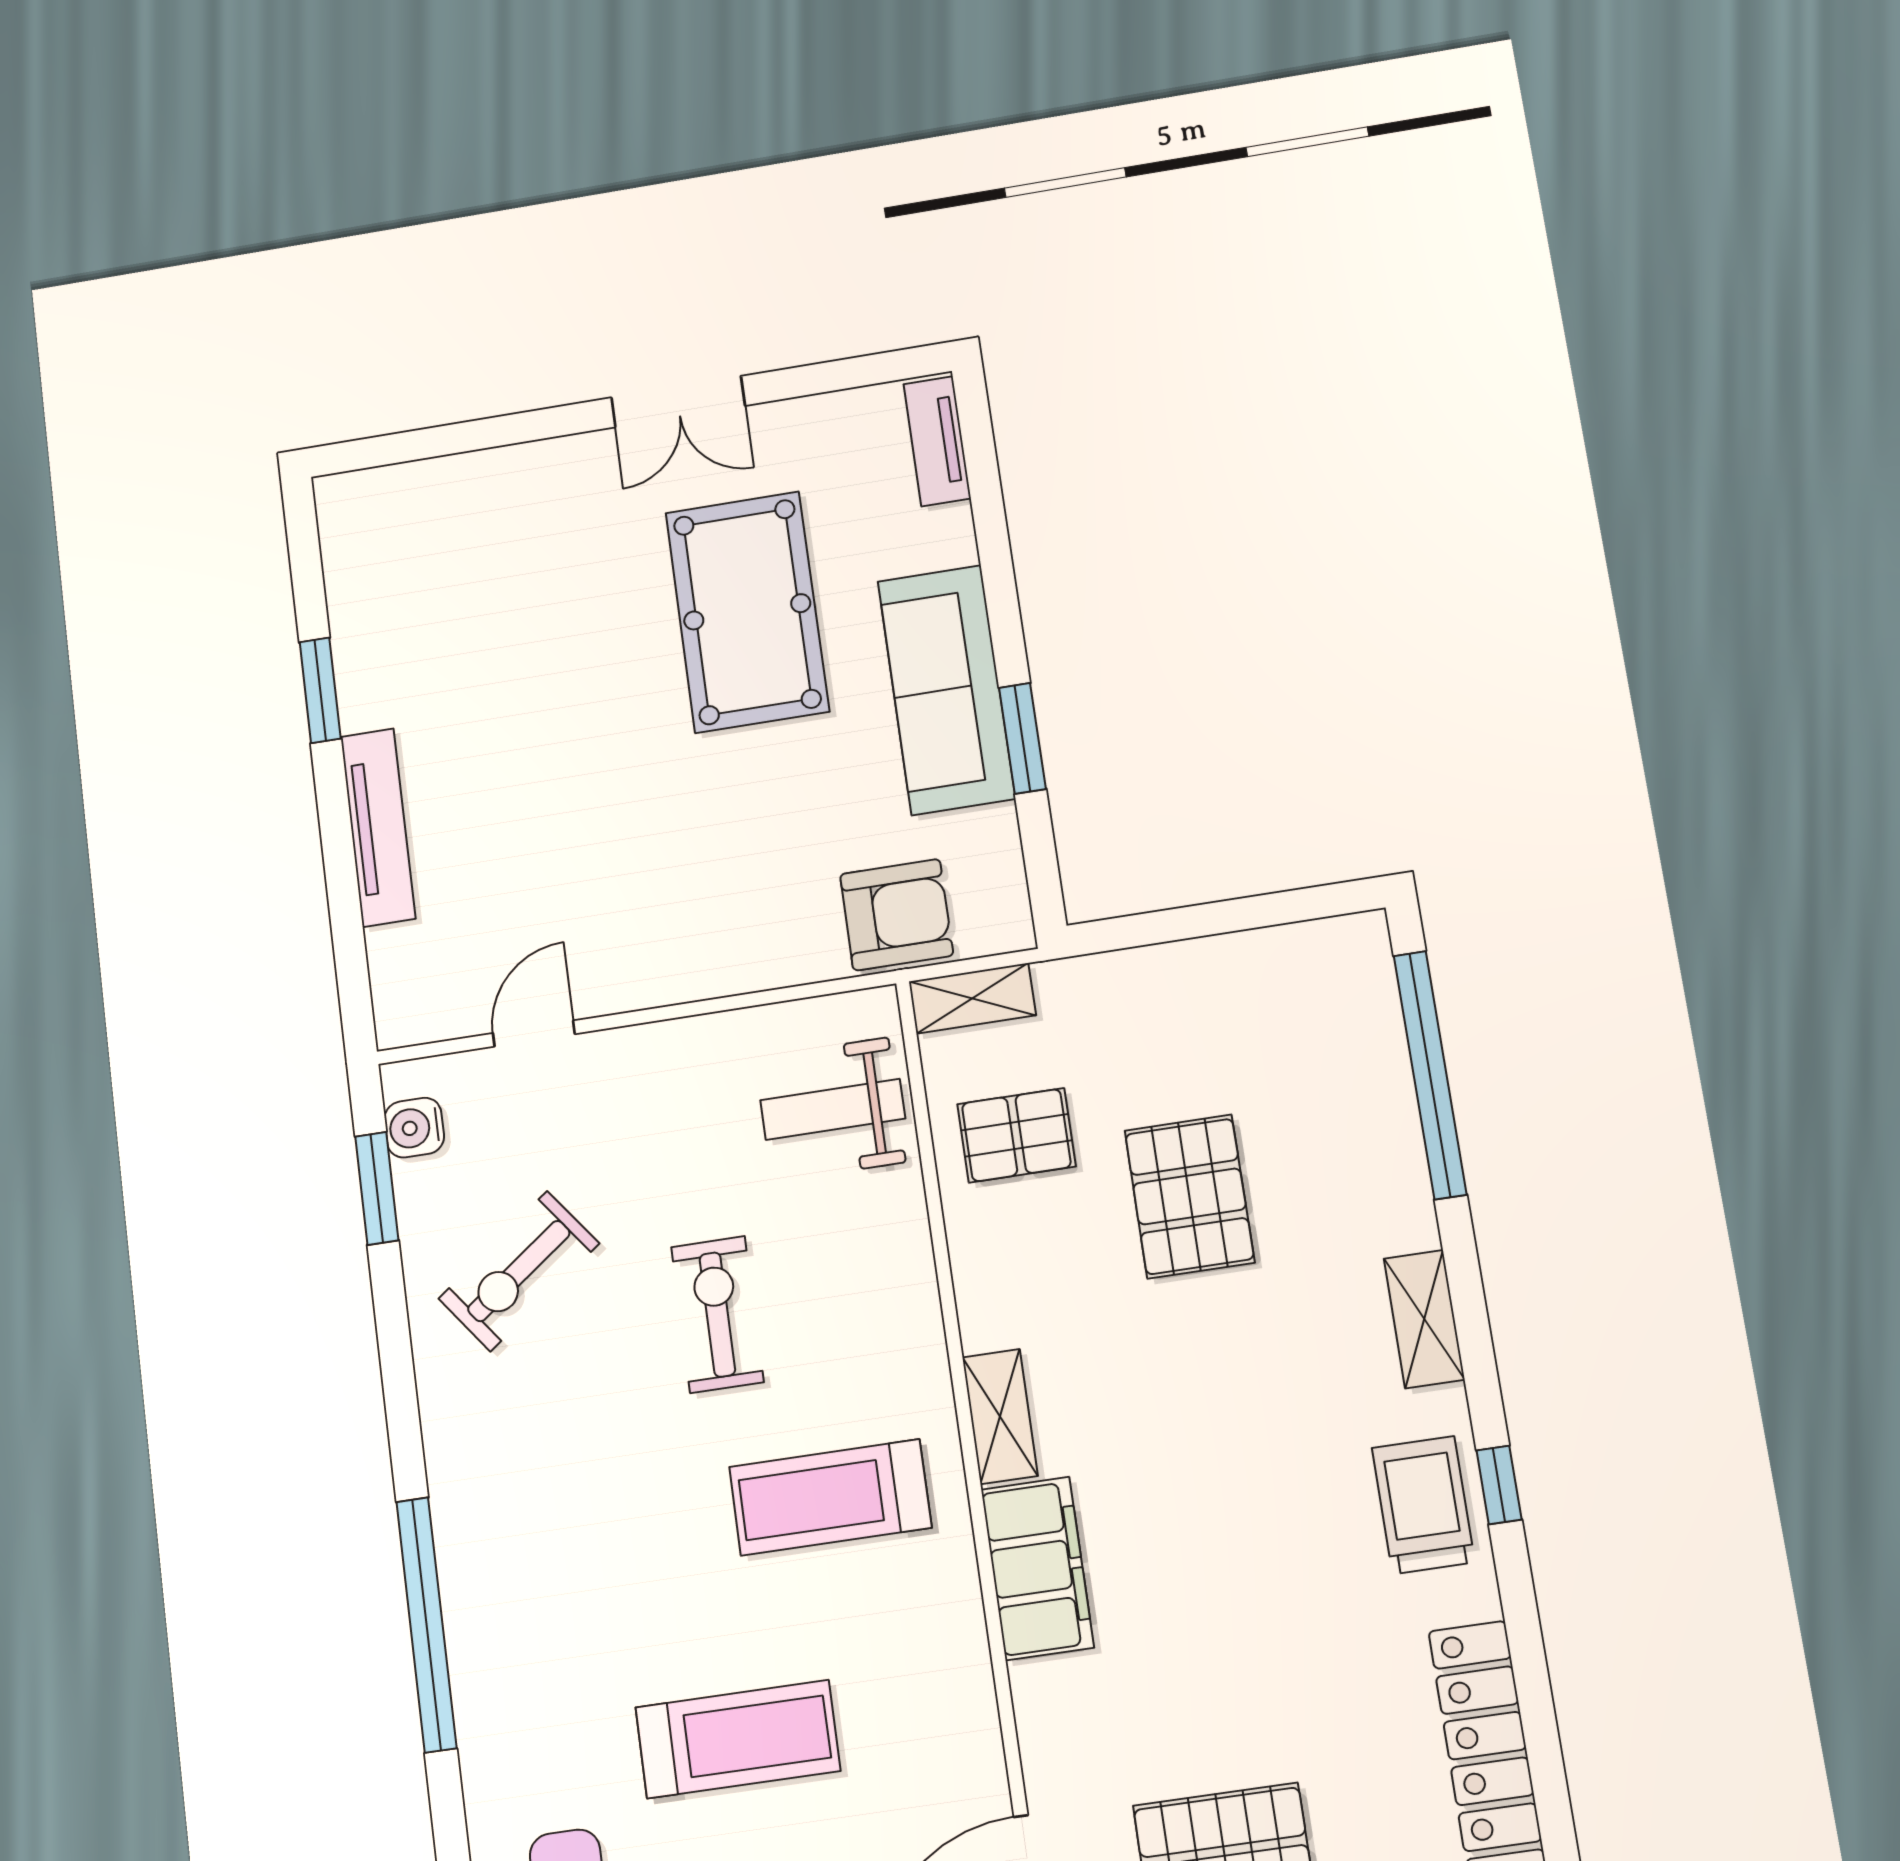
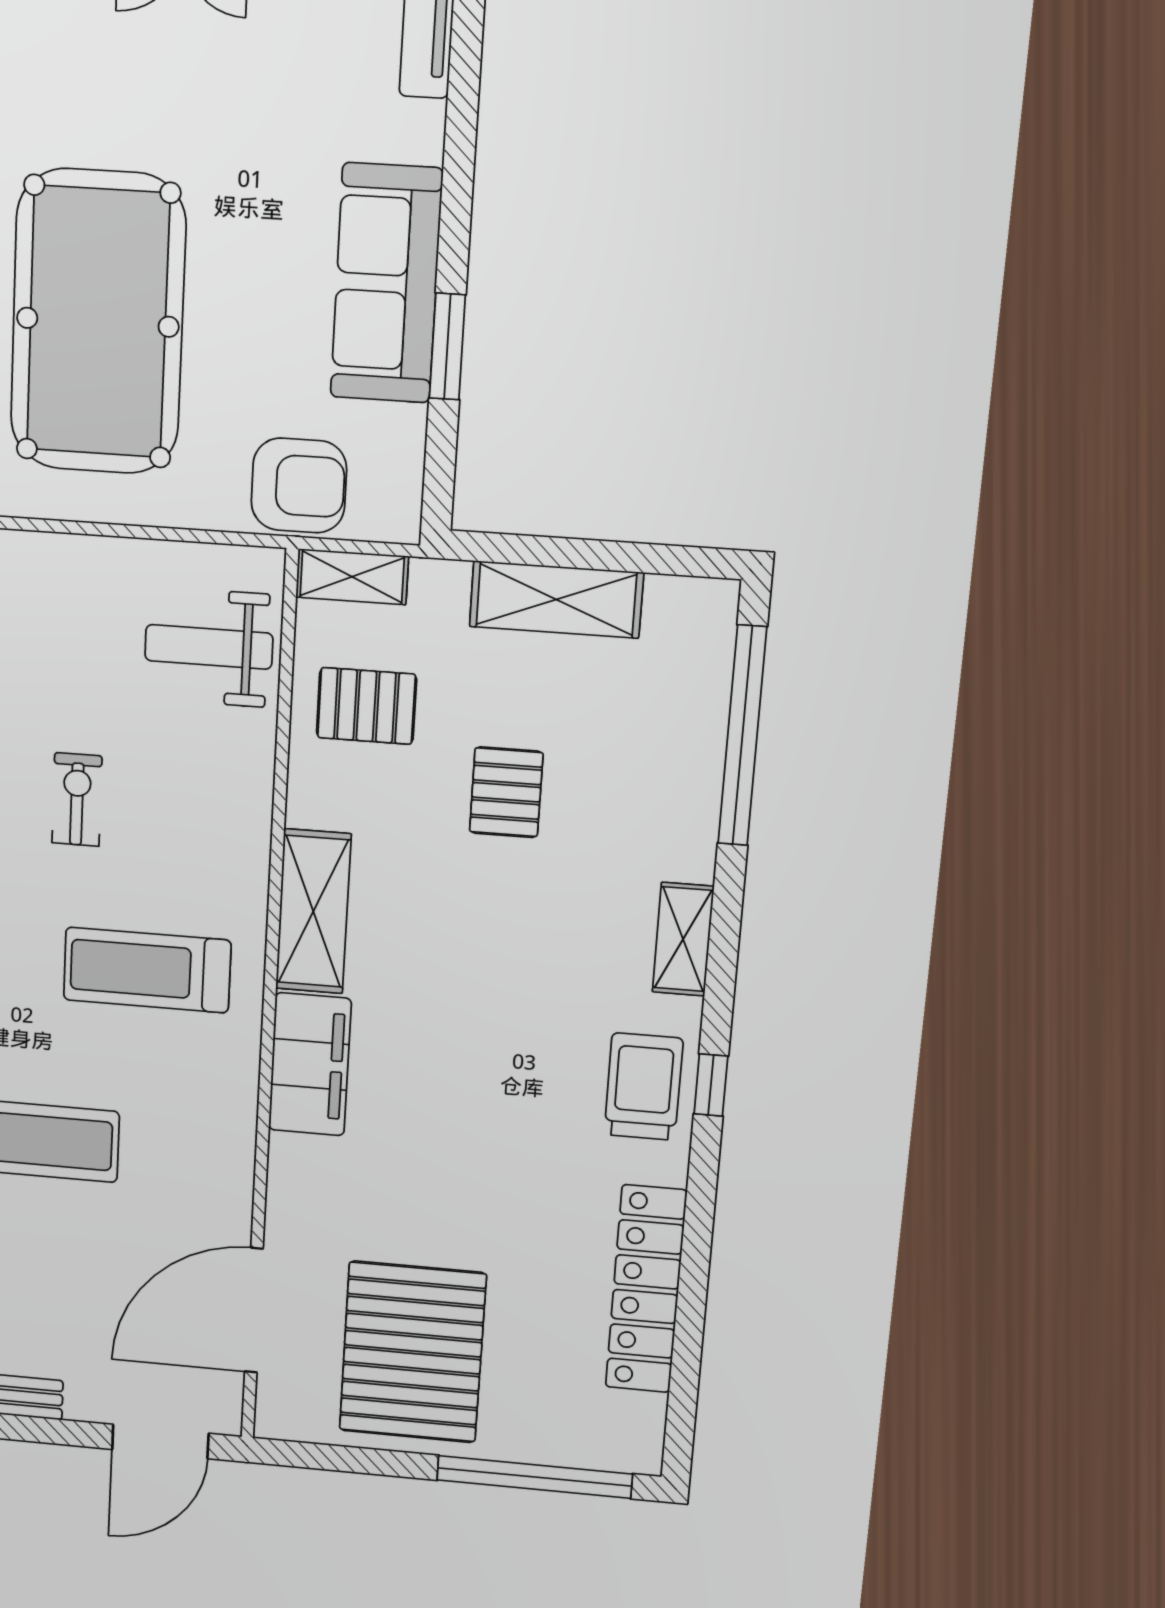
pool table: (747, 612) -> (98, 322), moved, width x1.36, depth x1.32
shelving: (1195, 973) -> (556, 600), added
pallet: (1189, 1196) -> (506, 792), width x0.67, depth x0.71
exercise bike: (717, 1314) -> (77, 800), width x0.73, depth x0.72
shelving: (1000, 1416) -> (313, 911), width x1.50, depth x1.33

